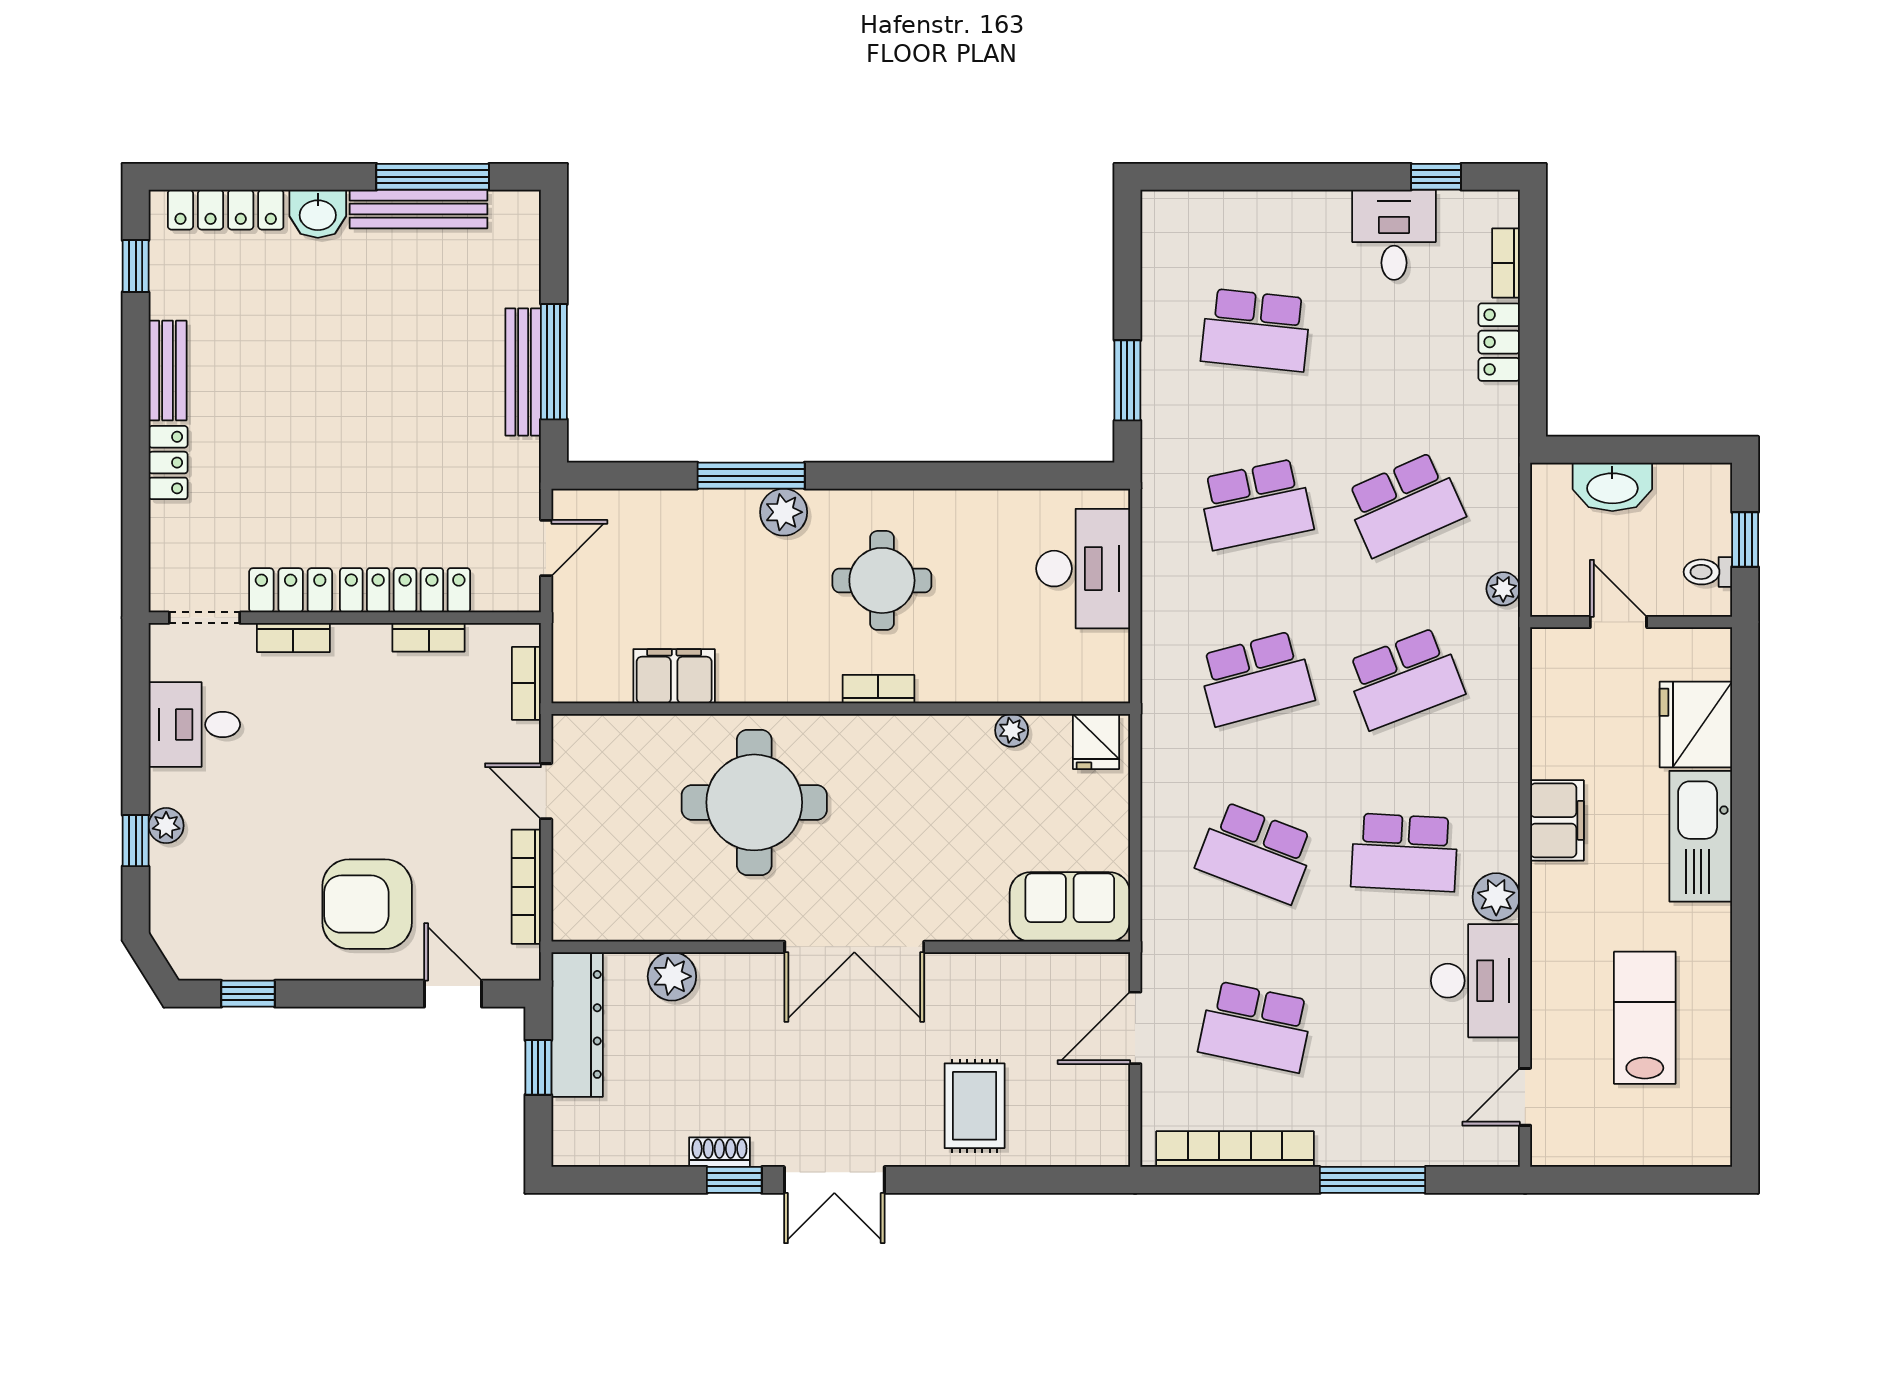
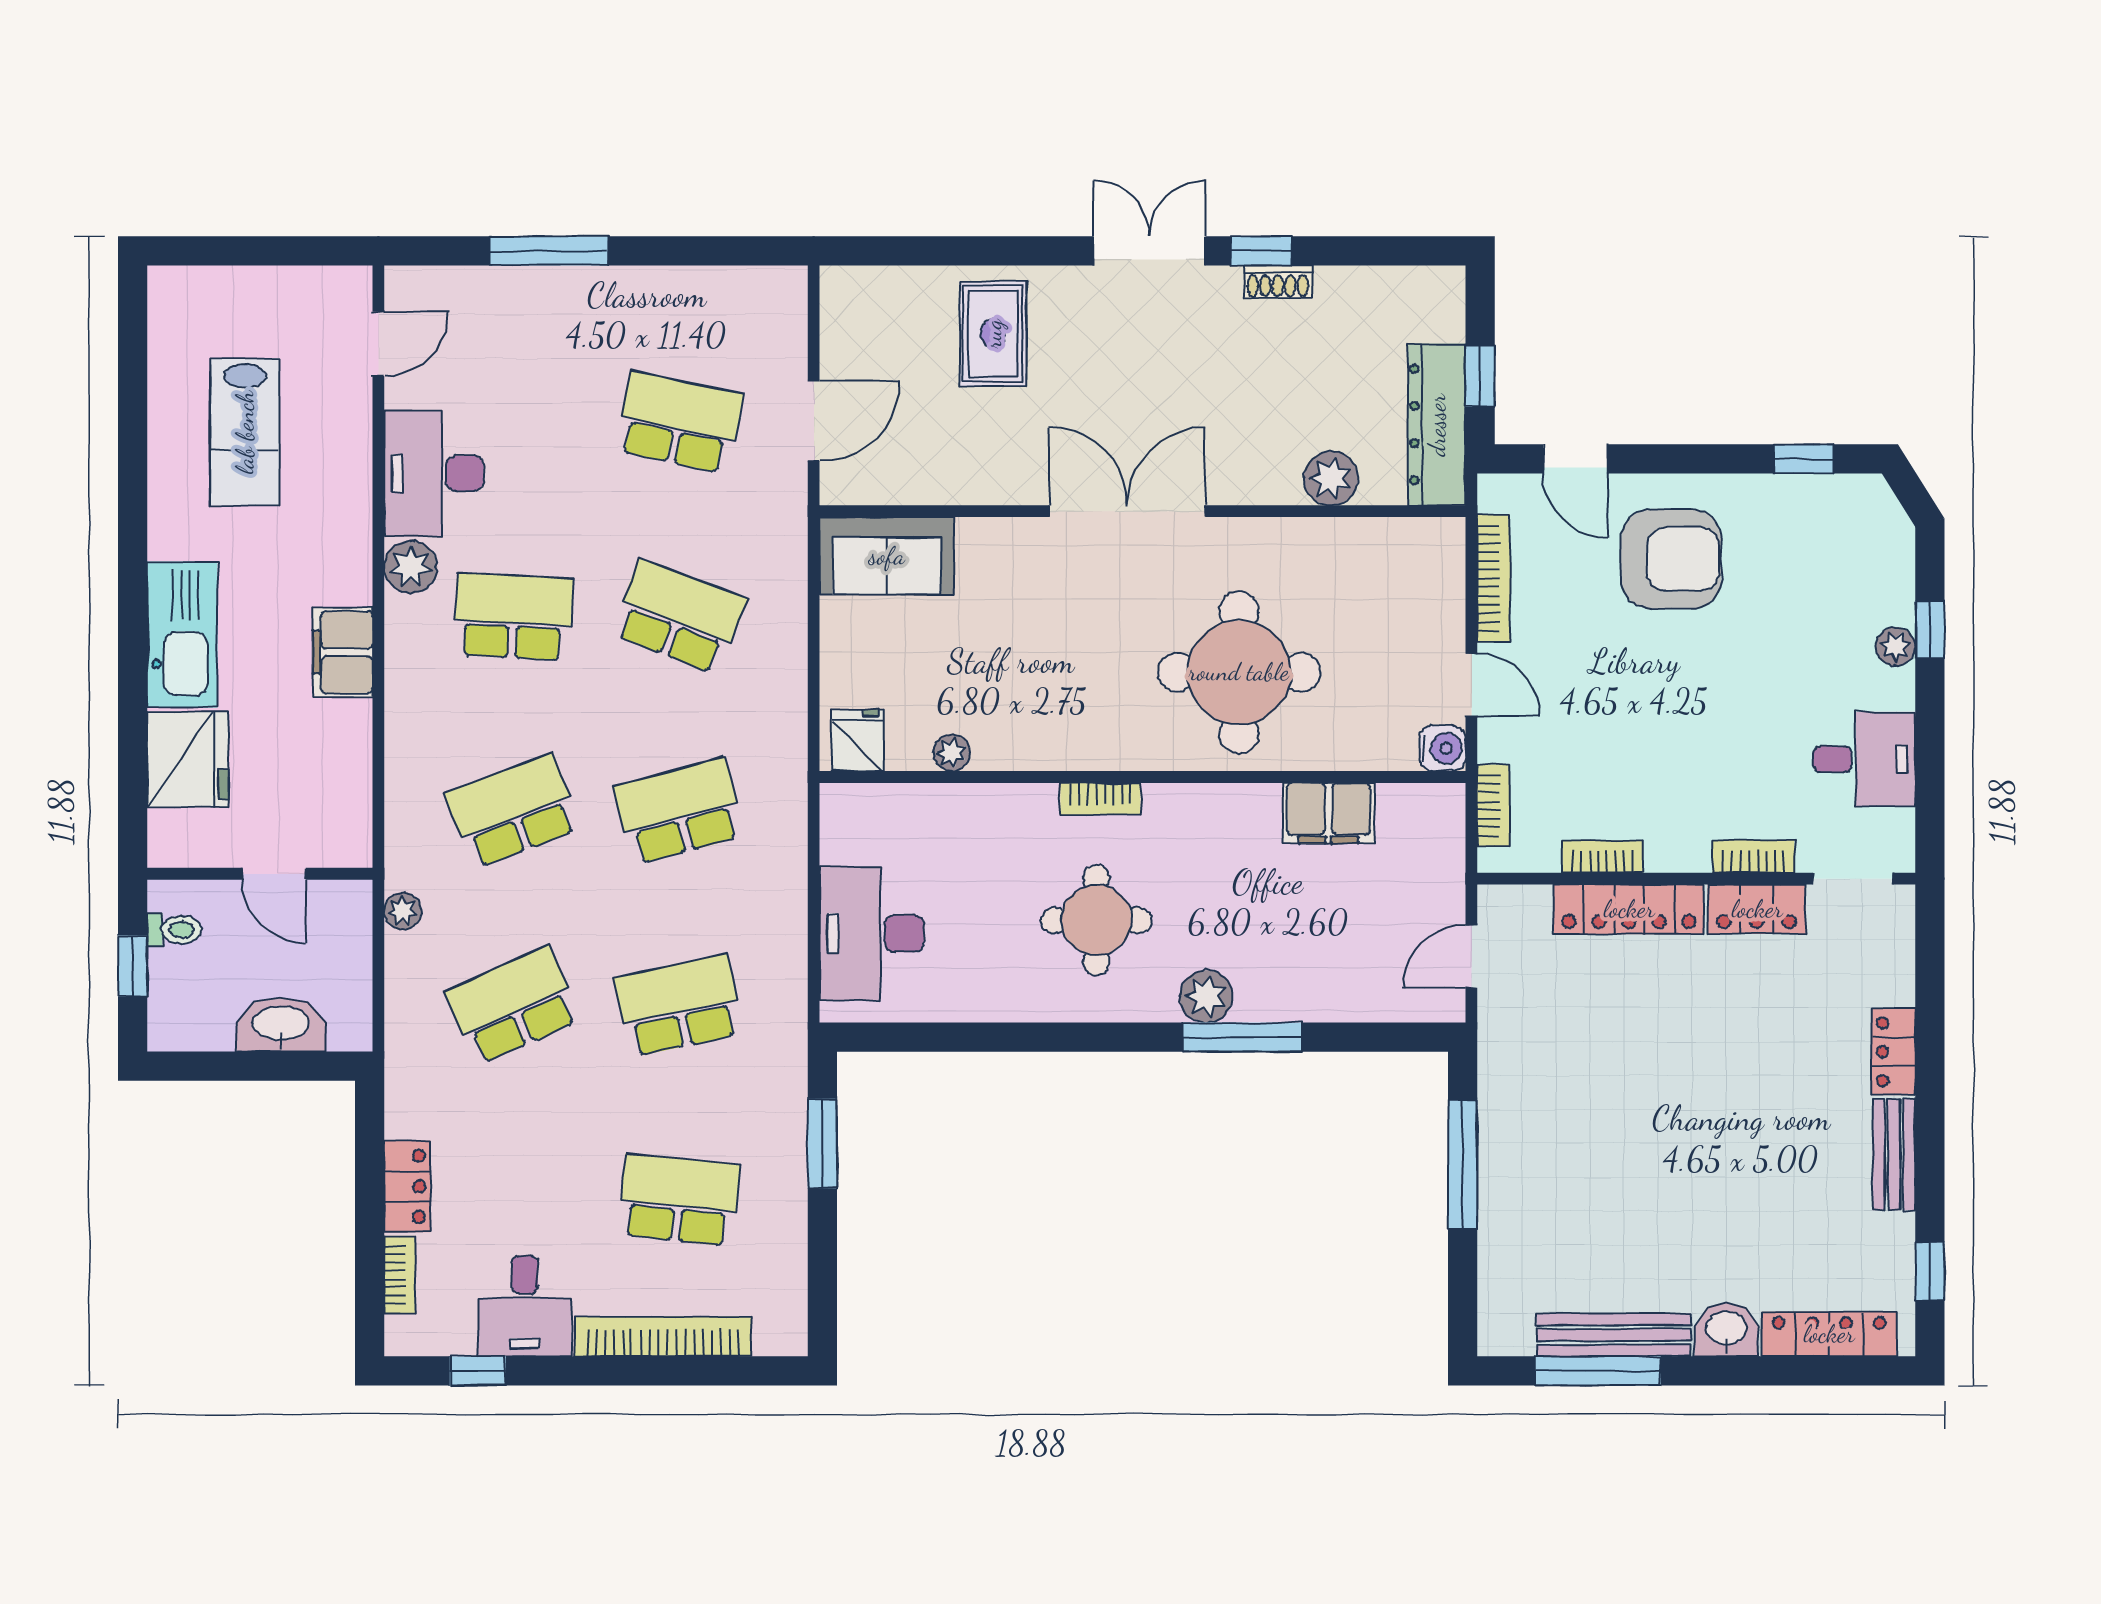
bench: (523, 372) -> (1497, 1153), removed
water cooler: (572, 734) -> (1443, 748), added
bookcase: (1235, 1149) -> (663, 1336), moved, turned 180

